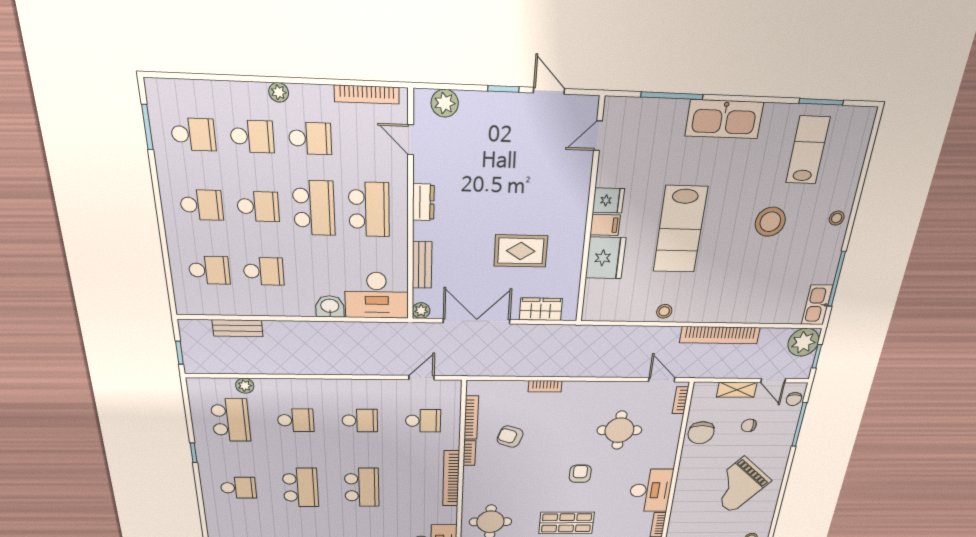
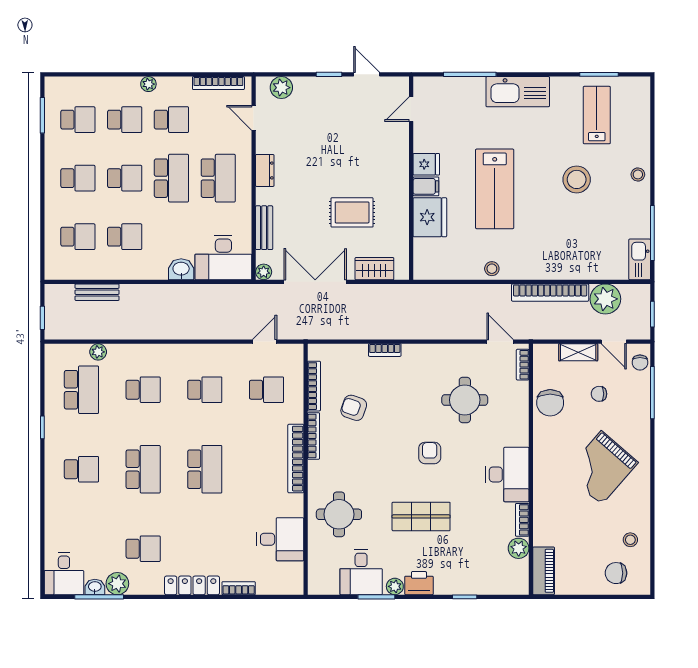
plant: (803, 342) -> (605, 299), moved
bookcase: (469, 453) -> (314, 436), width x1.56

